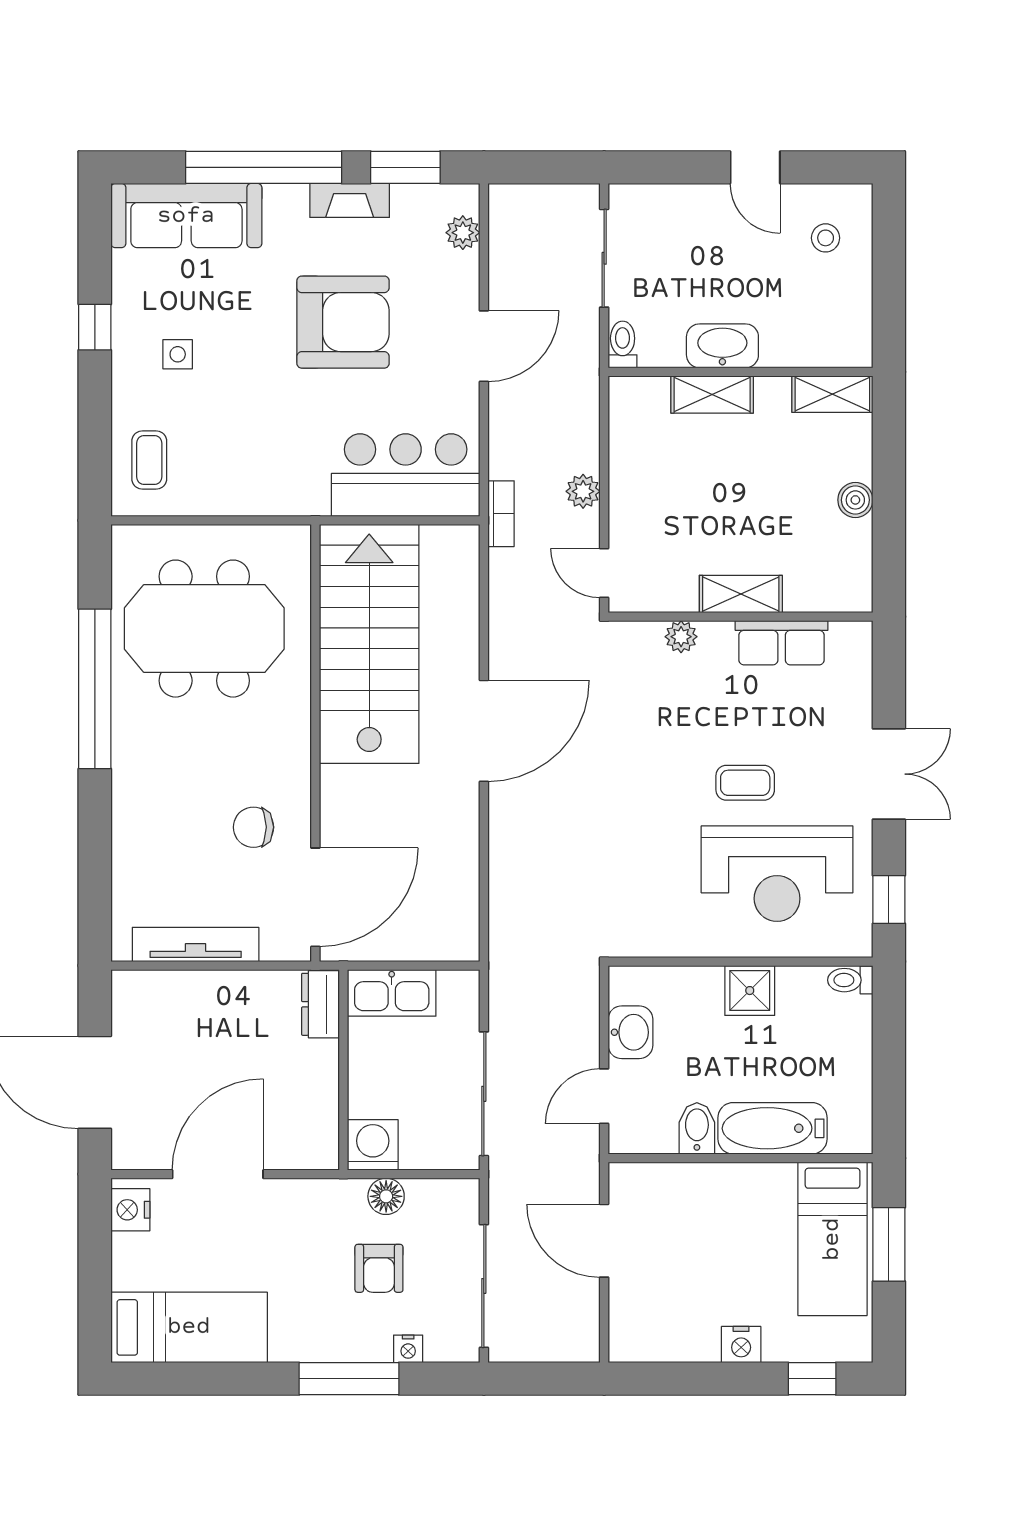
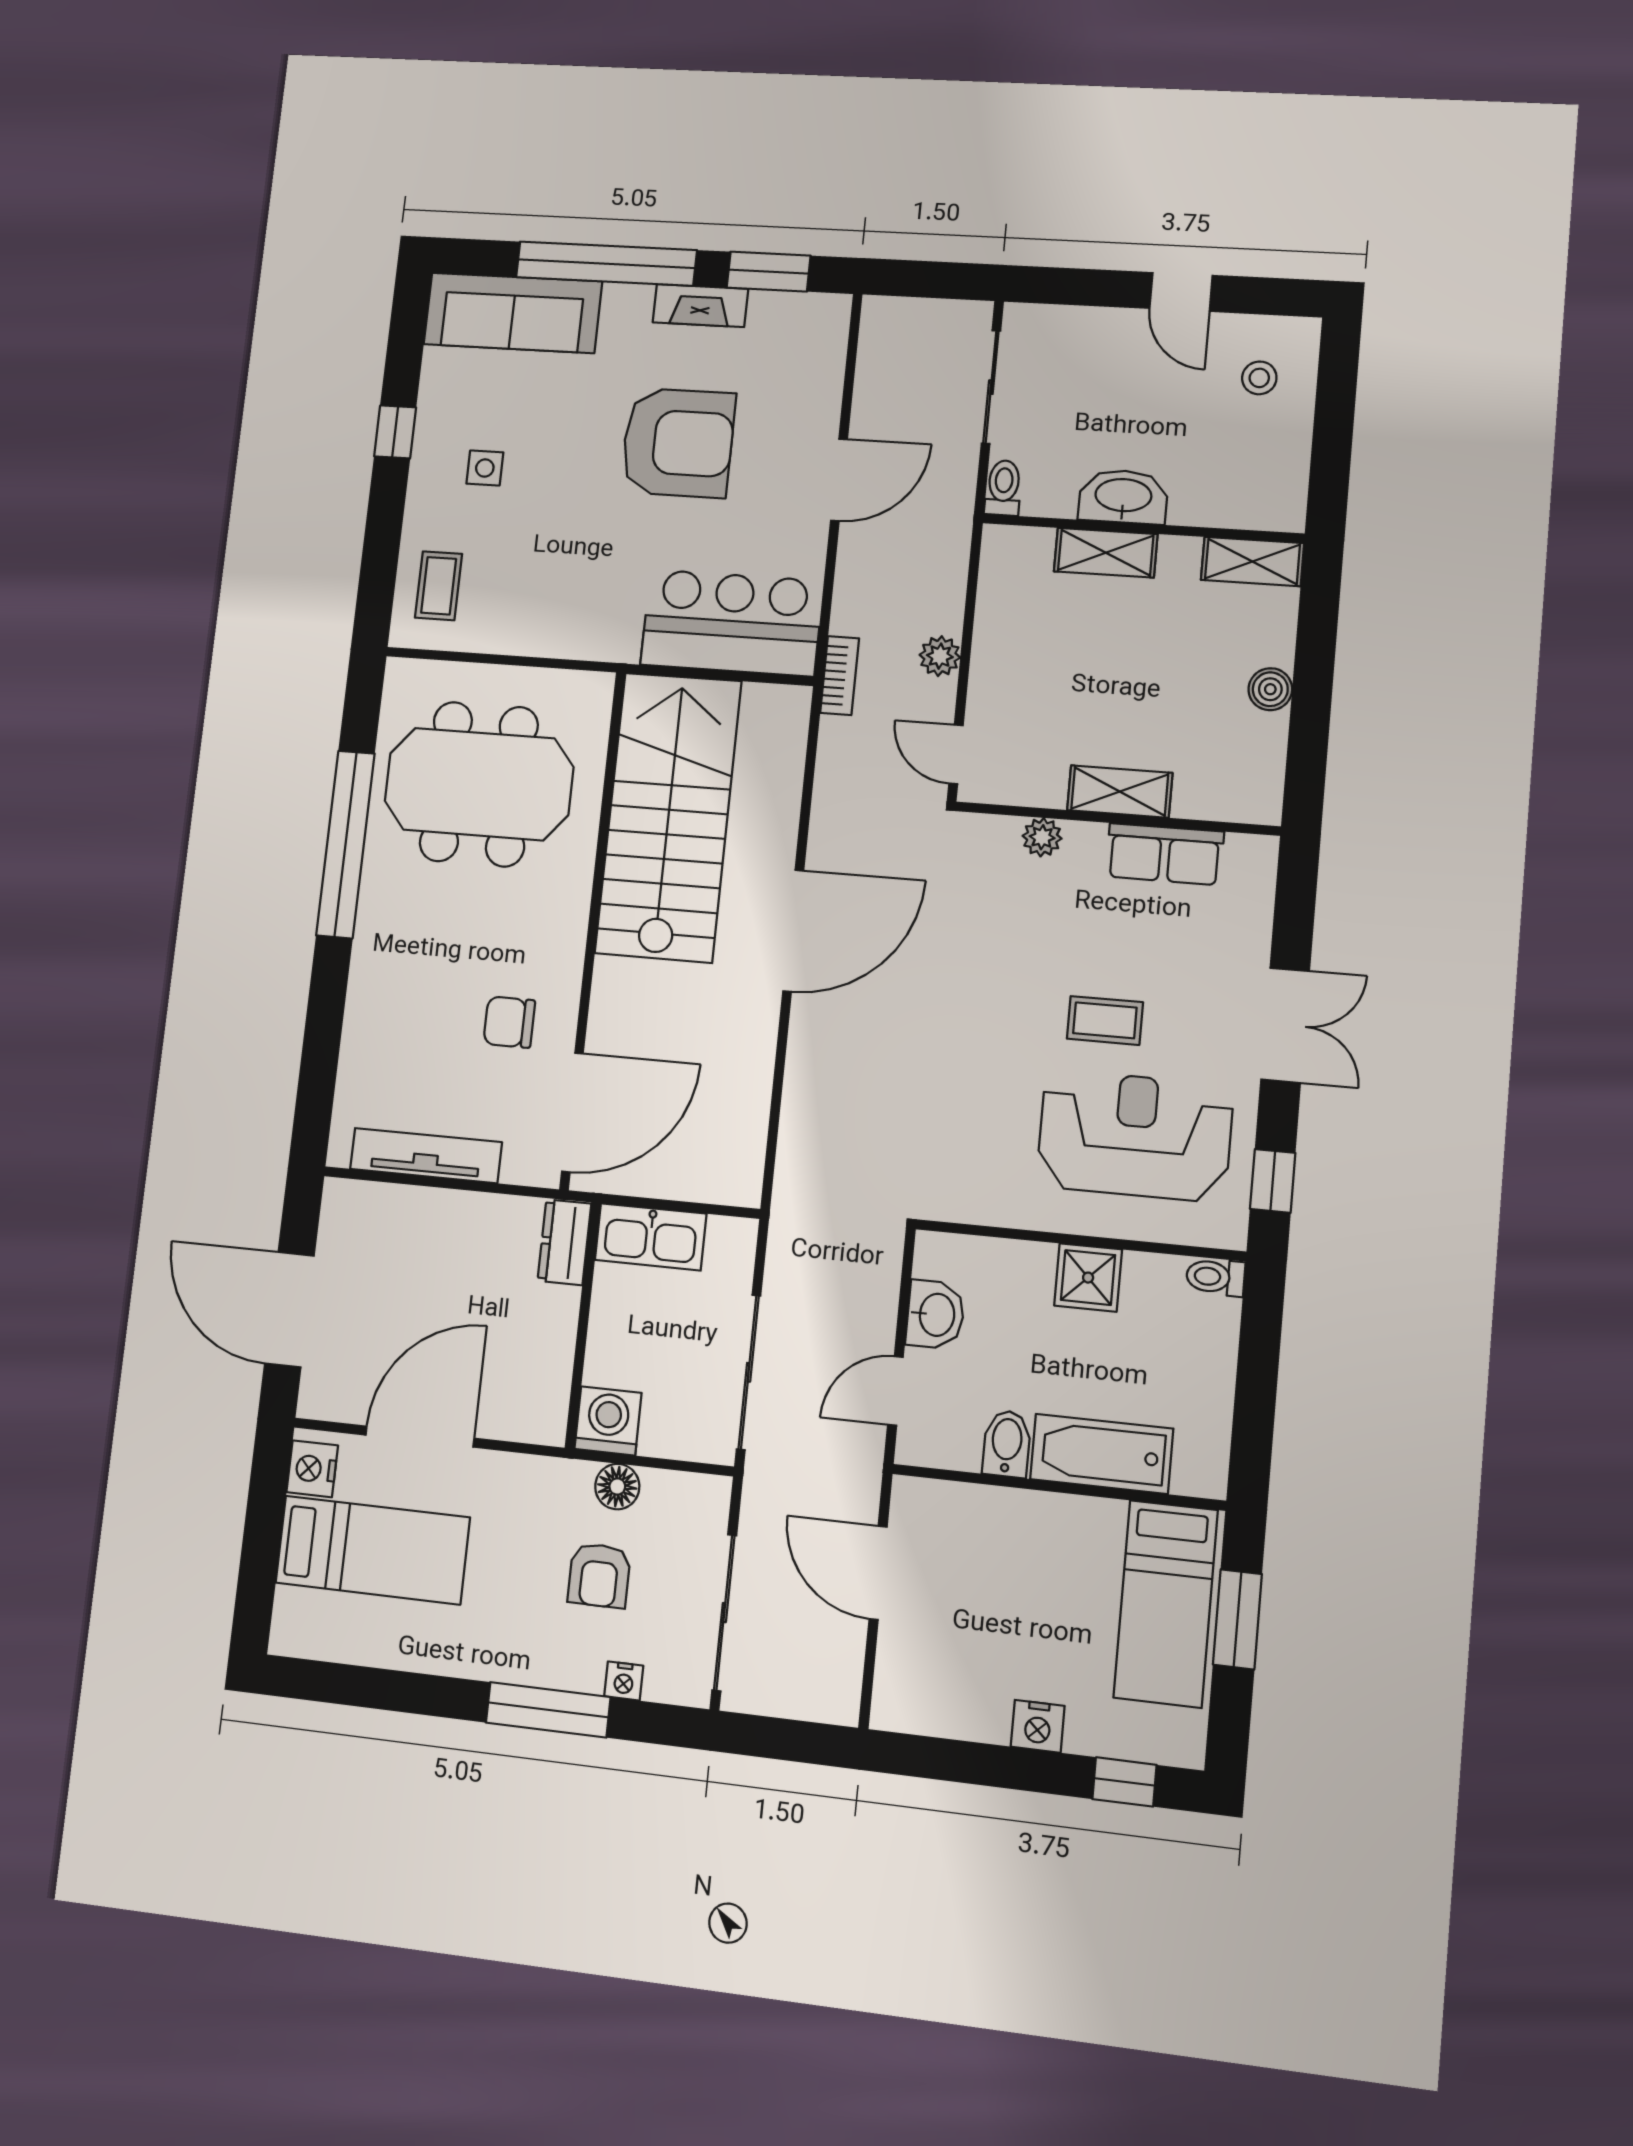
plant: (463, 233) -> (828, 349), removed
reception desk: (777, 874) -> (1135, 1136), turned 180
bed: (189, 1327) -> (373, 1550), moved

